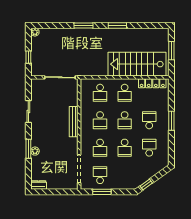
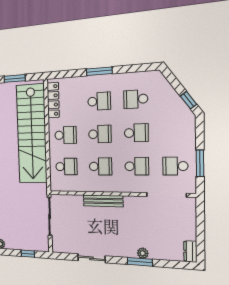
stairs: (137, 64) -> (32, 134), width x1.36
school desk: (149, 120) -> (99, 101), turned 180

